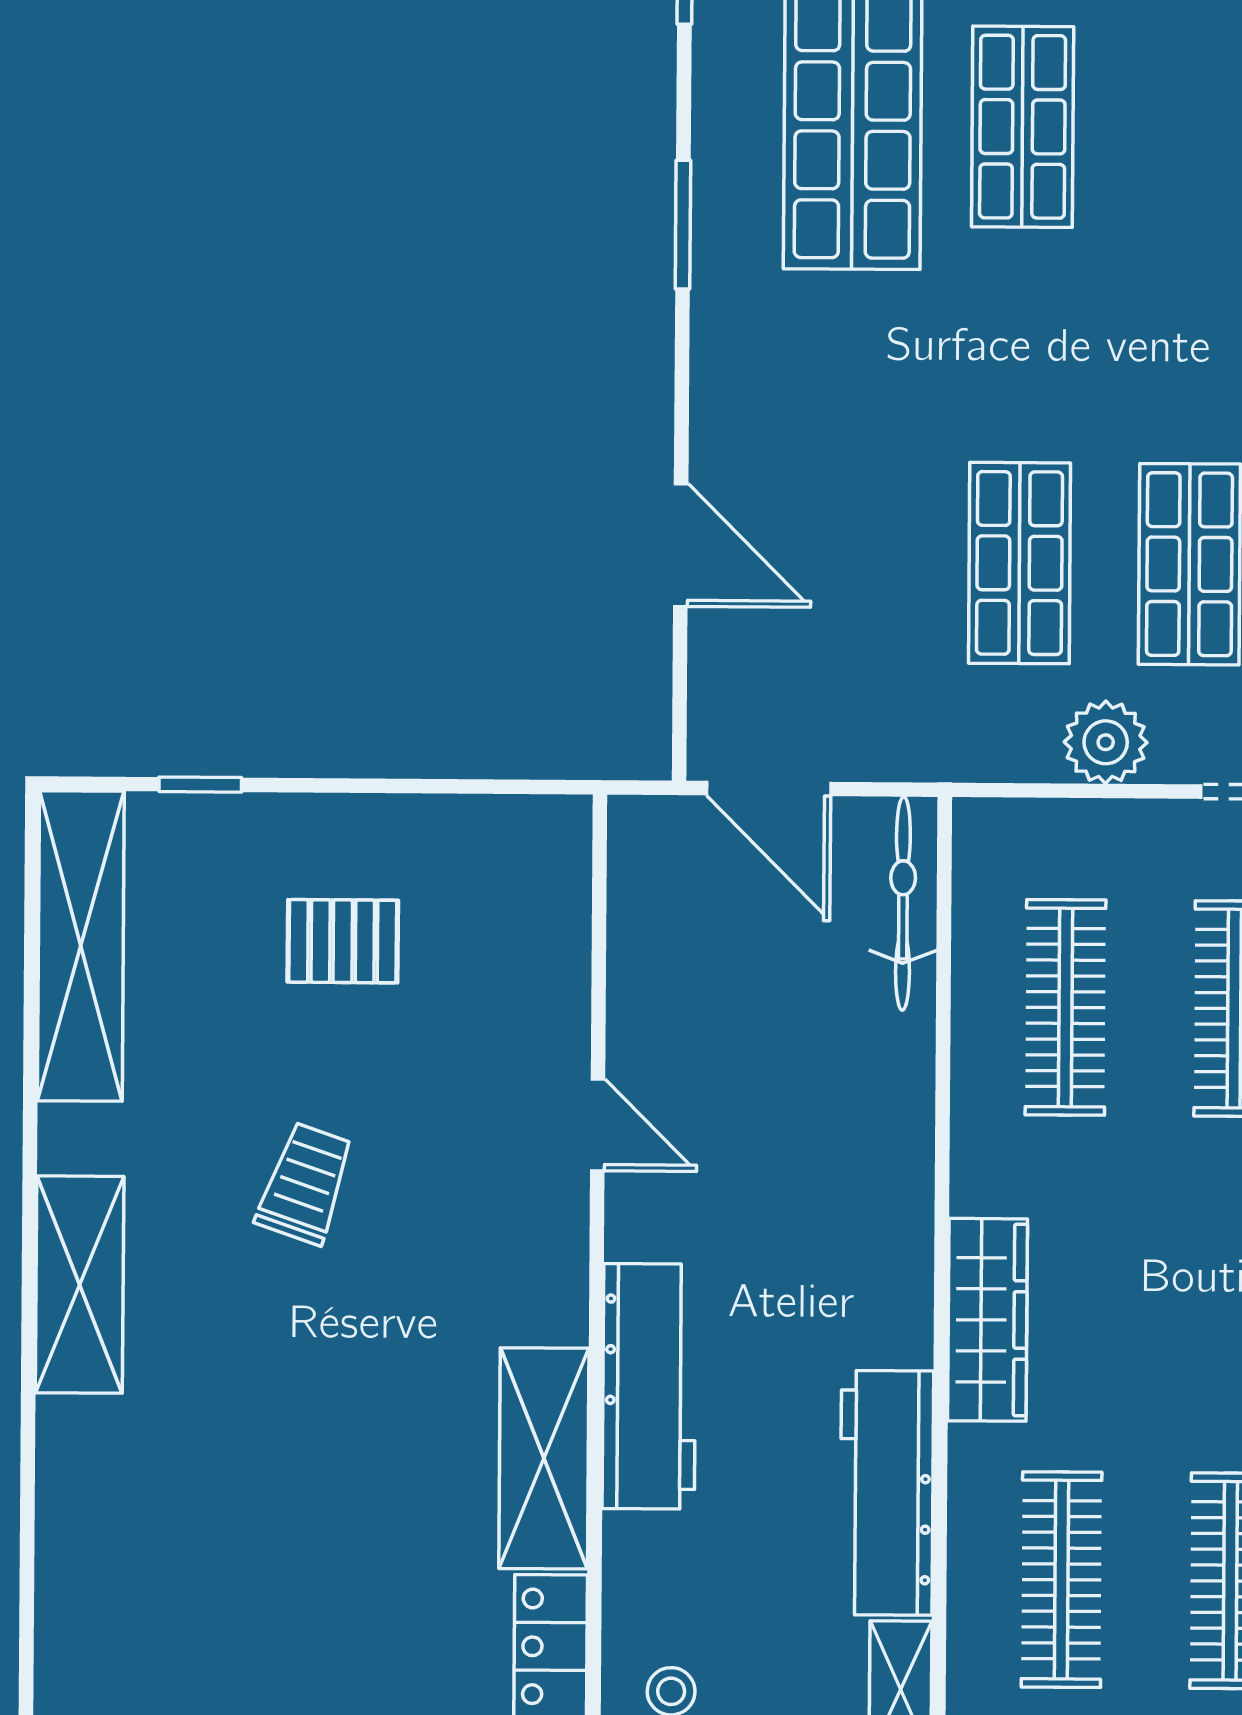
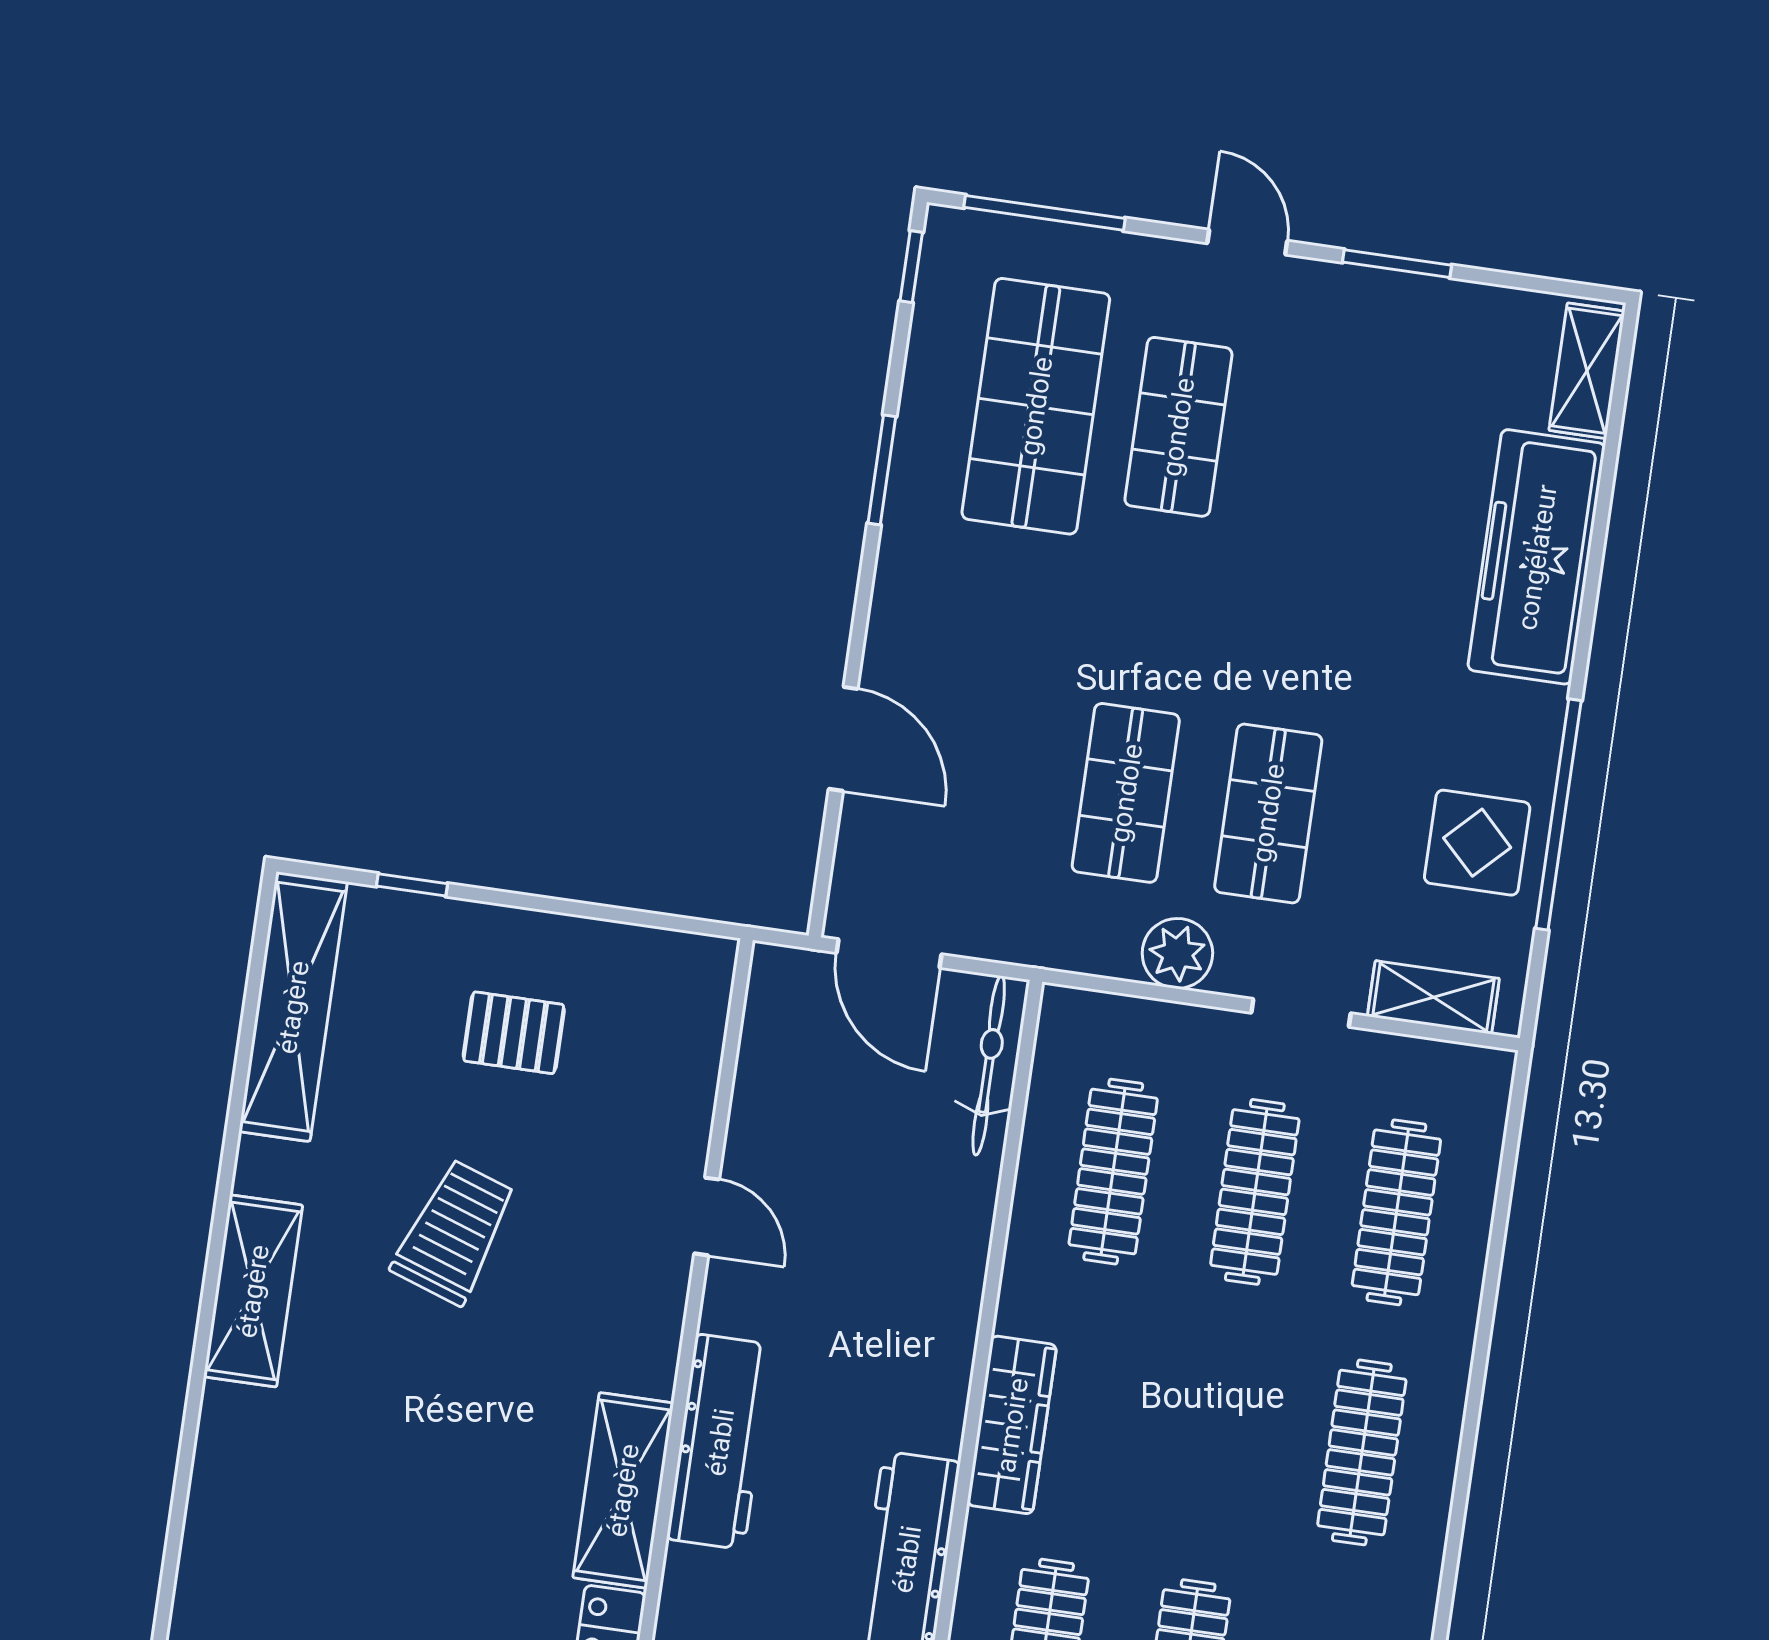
trolley: (305, 1184) -> (454, 1232), width x1.36, depth x1.39

